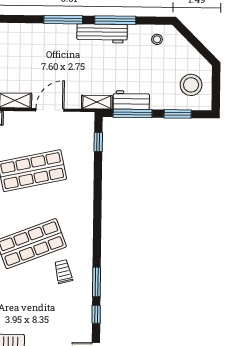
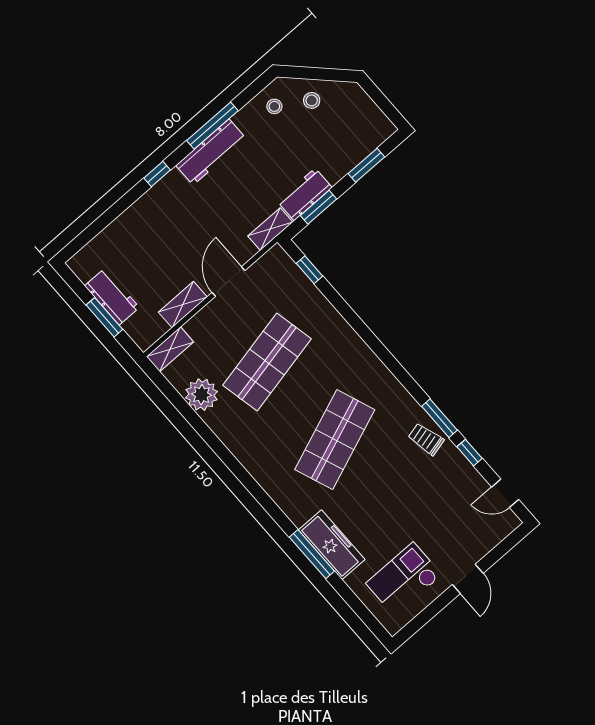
window: (63, 20) -> (157, 174), width x0.46
stool: (191, 85) -> (312, 100), moved, width x0.53, depth x0.53
window: (133, 113) -> (318, 207), width x0.69
trolley: (63, 272) -> (426, 439), moved

